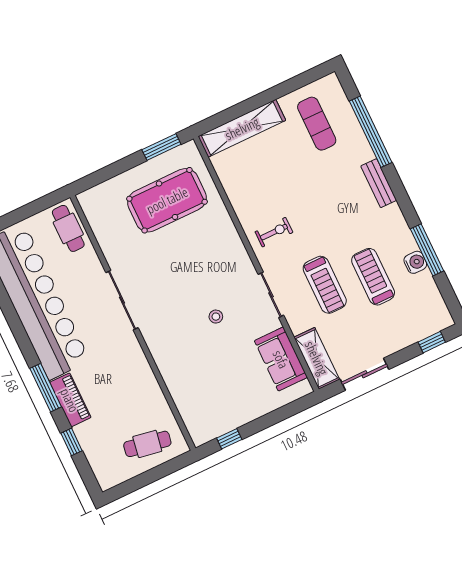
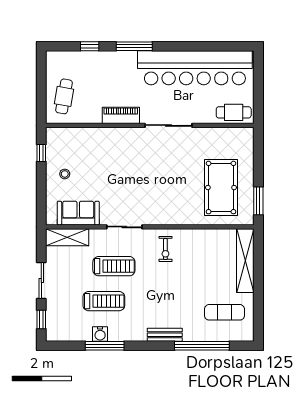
treadmill: (325, 285) -> (114, 266), turned 180
stool: (216, 317) -> (65, 174), moved
sliding door: (365, 374) -> (41, 281), moved
piano: (70, 400) -> (121, 115), moved, turned 180

